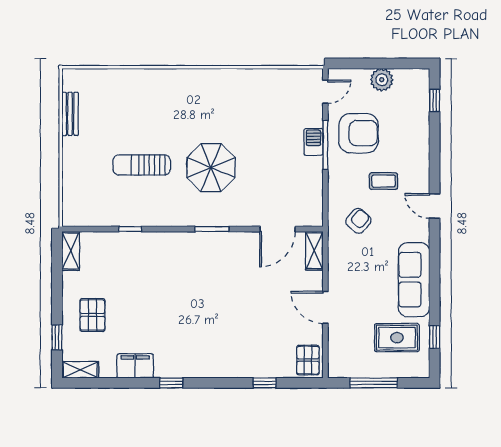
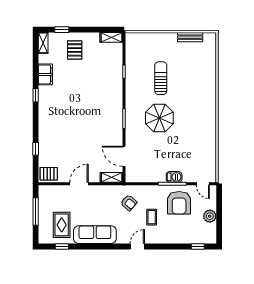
pallet: (92, 315) -> (75, 50), turned 90

